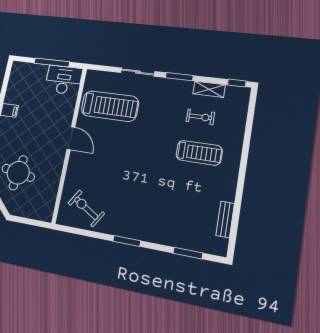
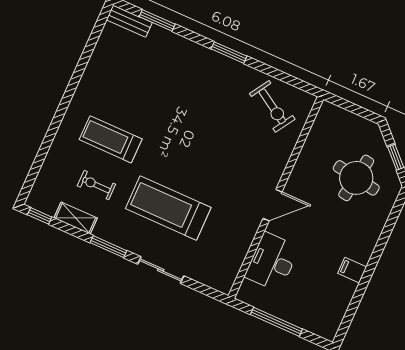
desk: (64, 80) -> (272, 262), moved, turned 90
treadmill: (110, 106) -> (168, 208), moved
door: (71, 138) -> (272, 205), swing flipped
bench: (225, 219) -> (129, 21), moved, turned 90

